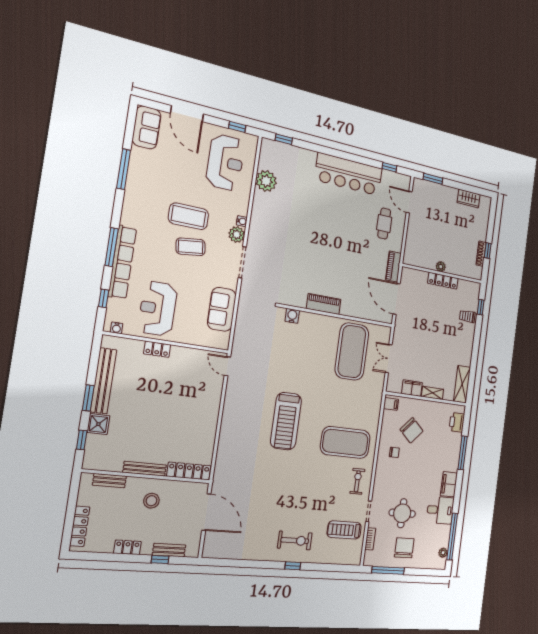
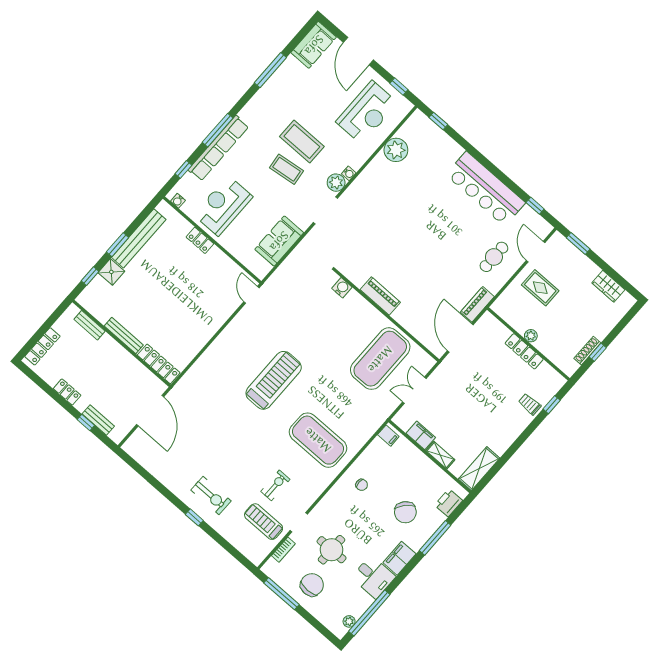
rug: (427, 227) -> (540, 288), added
treadmill: (286, 421) -> (274, 380), turned 180
chair: (412, 430) -> (405, 512), moved
exercise bike: (357, 481) -> (275, 485), moved
stool: (151, 501) -> (112, 367), removed

